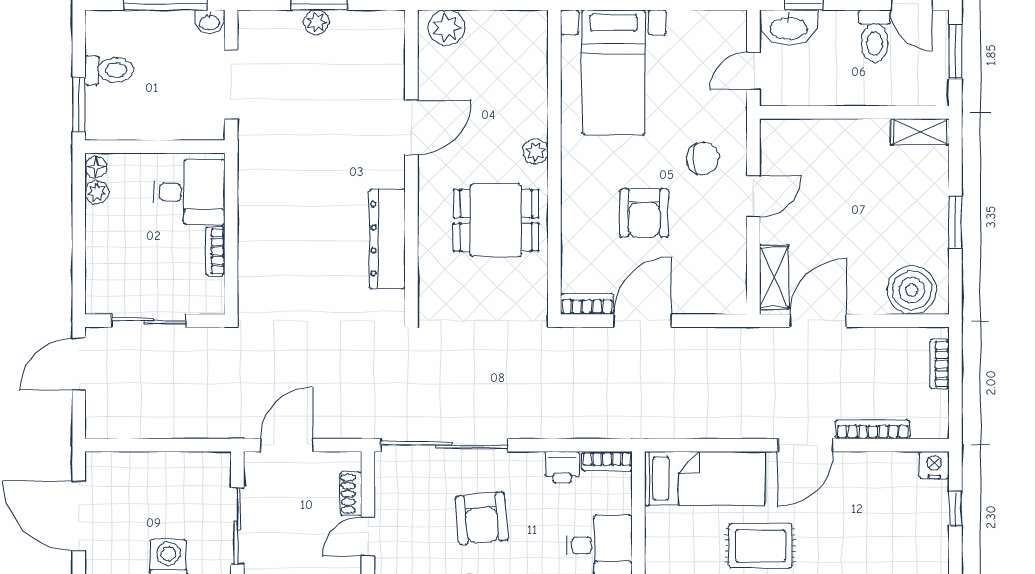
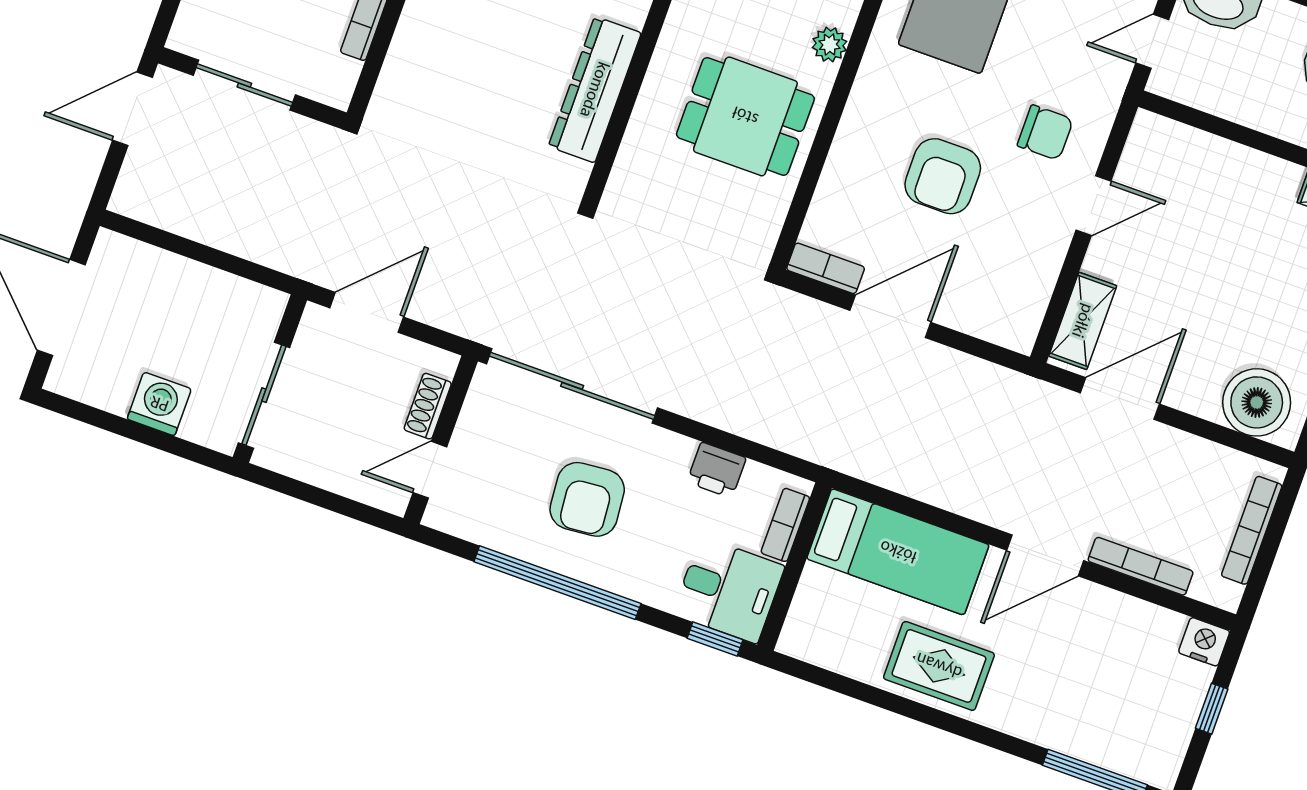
bookcase: (939, 364) -> (1252, 530), width x1.56
bookcase: (607, 461) -> (785, 525), moved, turned 90

